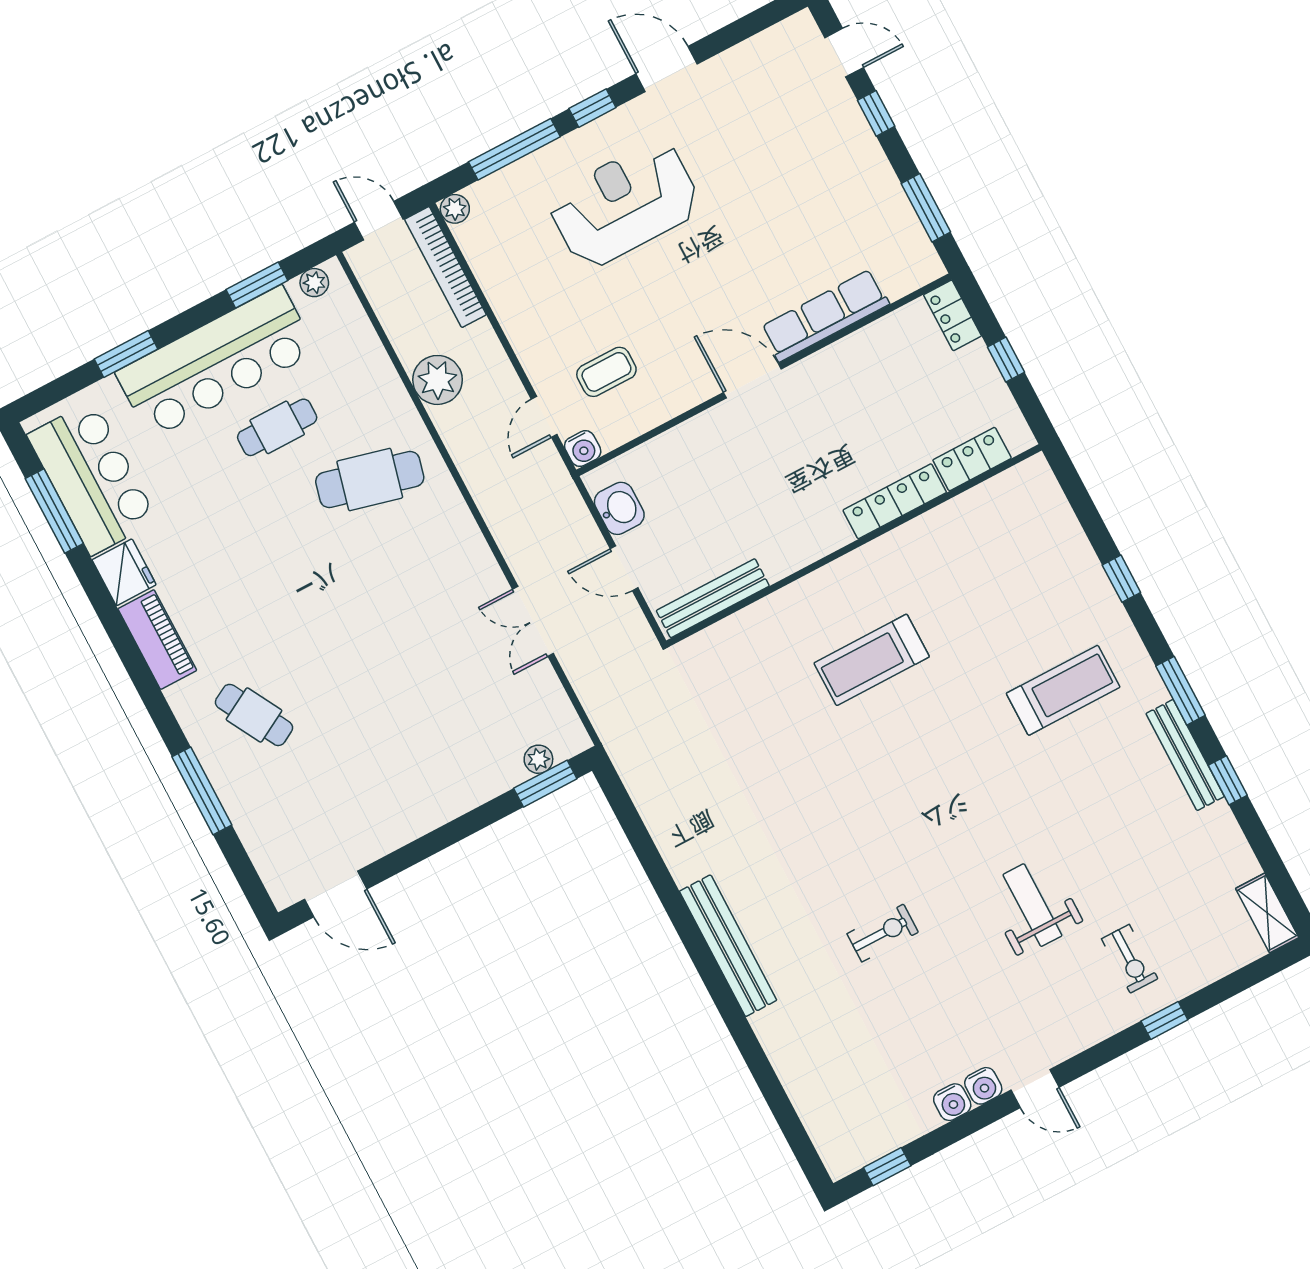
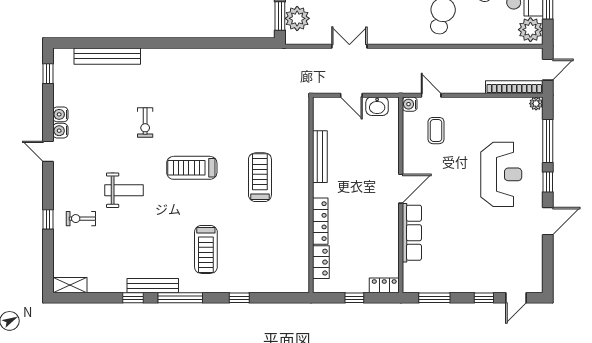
plant: (314, 283) -> (530, 30), width x1.87, depth x1.87
plant: (438, 380) -> (469, 59), removed
door: (624, 568) -> (351, 95), swing flipped
bench: (713, 598) -> (320, 157), moved
window: (1181, 691) -> (180, 298), width x1.44
plant: (538, 759) -> (297, 18), width x1.88, depth x1.88
treadmill: (922, 799) -> (192, 168), added
bench: (728, 946) -> (107, 56), moved
door: (1035, 1089) -> (48, 151), hinge flipped

